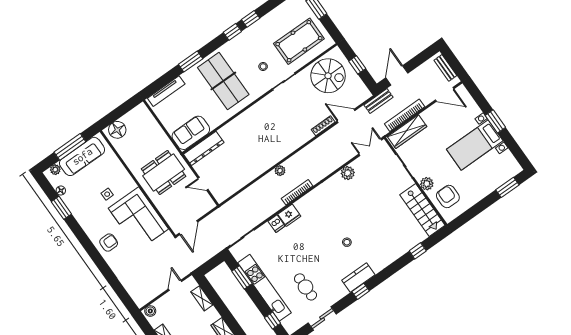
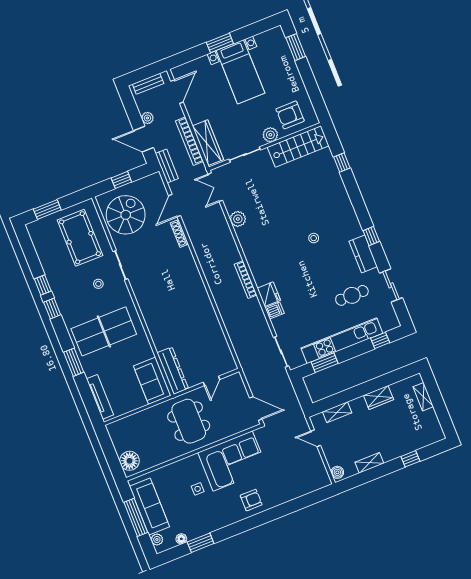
plant: (280, 171) -> (147, 118), moved
armchair: (109, 243) -> (251, 500), turned 90
kitchen counter: (358, 278) -> (363, 254), moved

